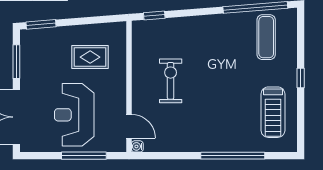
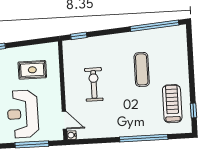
exercise mat: (266, 37) -> (142, 69), moved
window: (301, 78) -> (193, 111), moved
treadmill: (273, 112) -> (172, 104), turned 180

